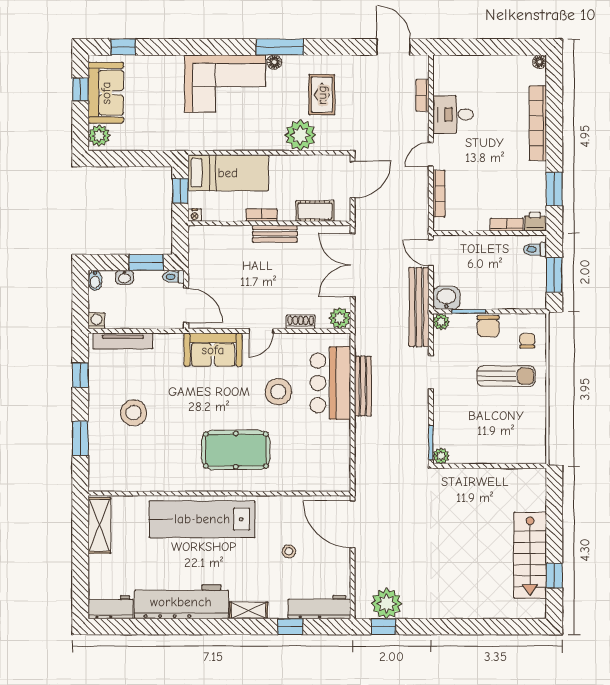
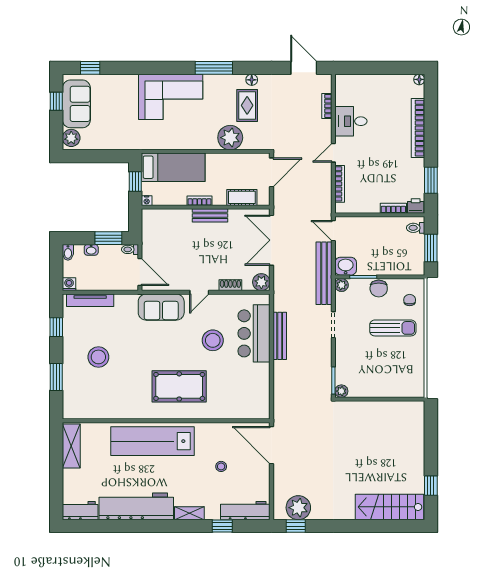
floor lamp: (274, 62) -> (252, 80), moved
stairs: (530, 555) -> (389, 507), moved, turned 90

